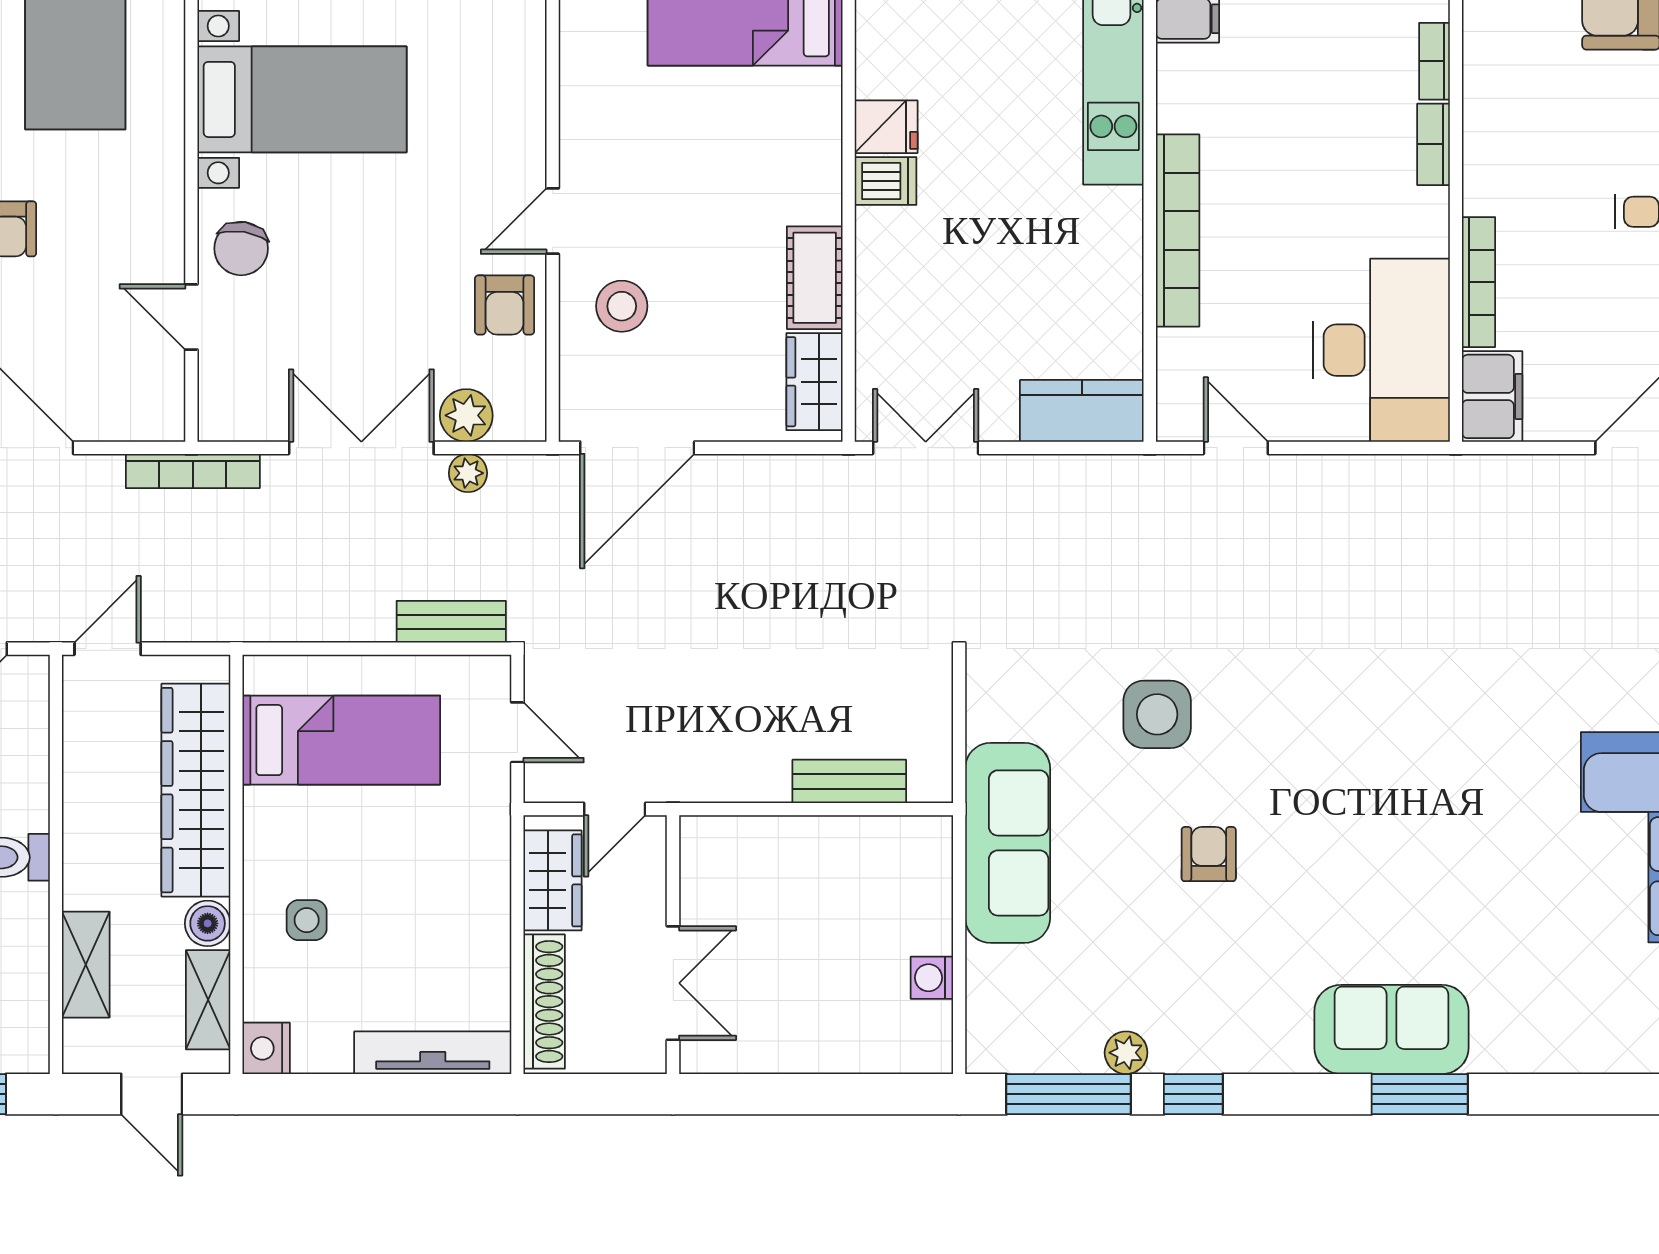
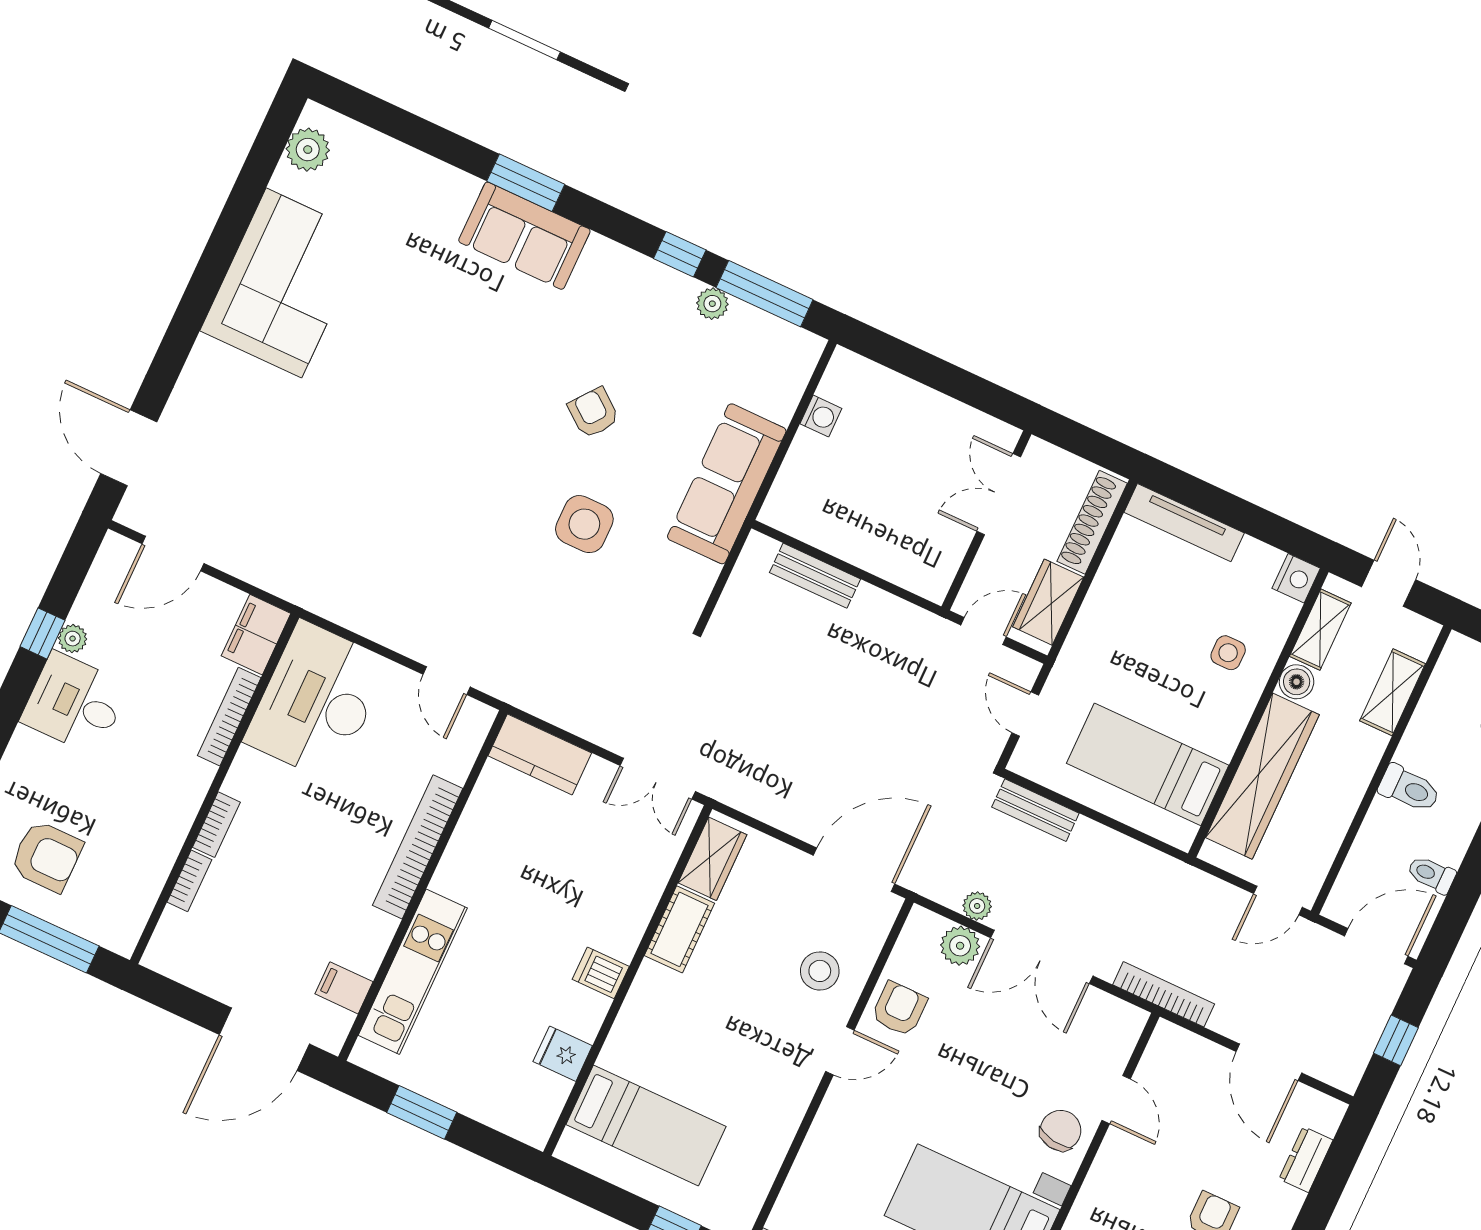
fridge: (886, 127) -> (563, 1054), moved
armchair: (1209, 854) -> (593, 413), turned 128

